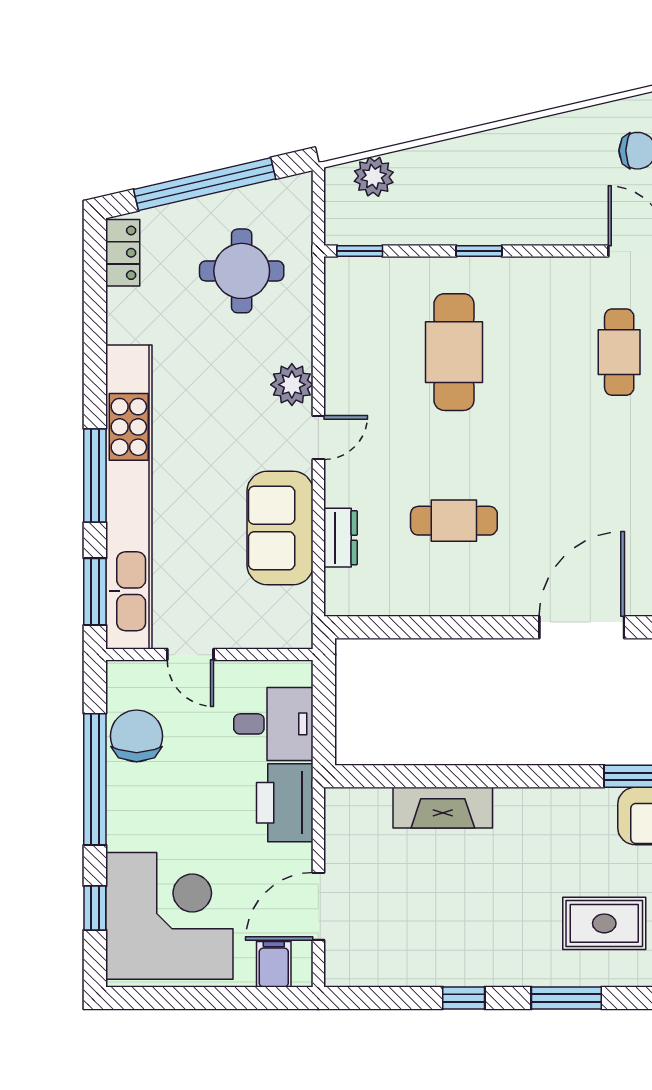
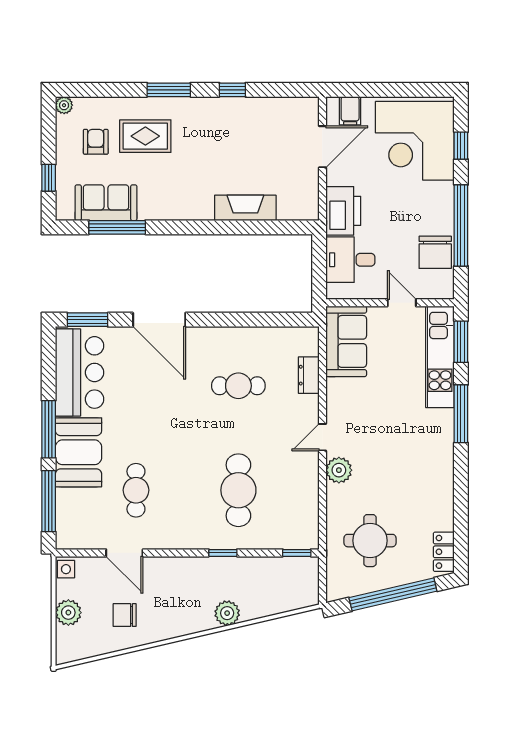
plant: (374, 177) -> (227, 613), moved
kitchen unit: (129, 497) -> (440, 357), width x0.54
sofa: (280, 528) -> (346, 341), moved
door: (582, 627) -> (159, 320), hinge flipped

